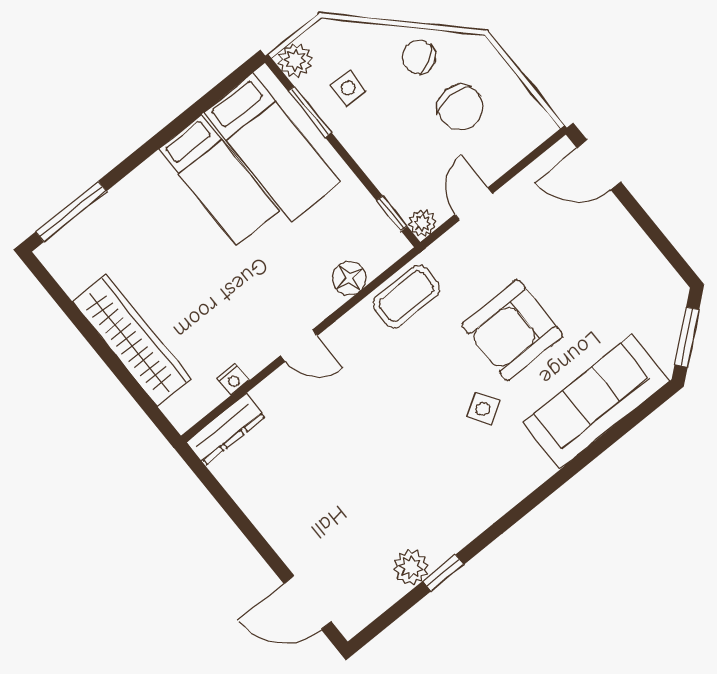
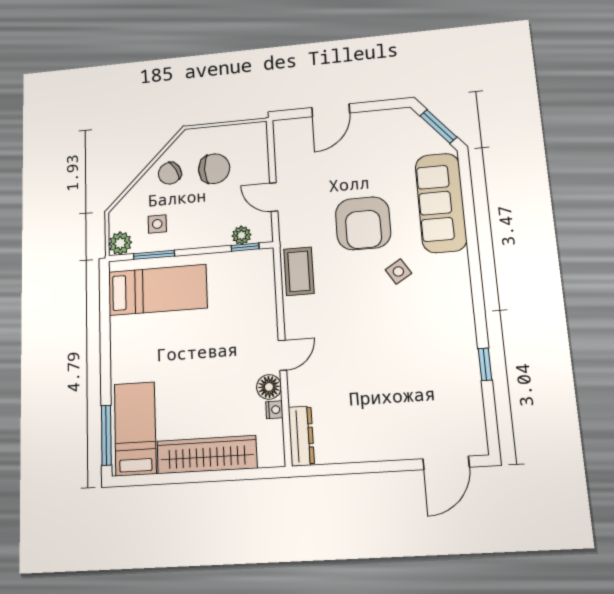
door: (599, 165) -> (331, 110), moved
bed: (219, 180) -> (135, 429), moved, turned -90
plant: (422, 223) -> (242, 235), moved
floor lamp: (349, 278) -> (269, 387), moved
plant: (411, 567) -> (468, 382), removed

